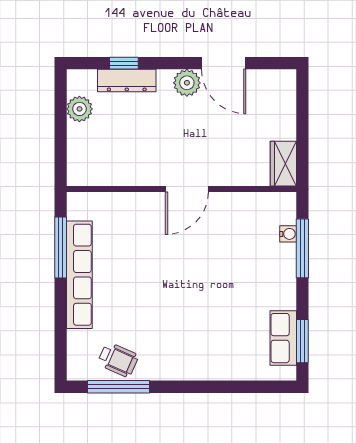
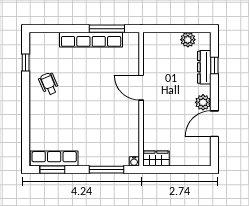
door: (187, 189) -> (141, 88), moved
water cooler: (288, 234) -> (134, 161), moved
row of seats: (283, 338) -> (54, 159), width x1.48
wheelchair: (118, 360) -> (49, 84), moved, turned 133
window: (119, 387) -> (26, 63), width x0.46

